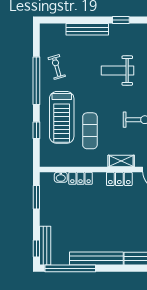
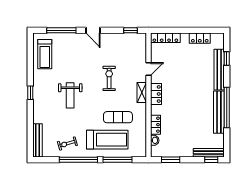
bench: (87, 29) -> (38, 140), moved
window: (36, 130) -> (117, 160), width x2.17
window: (70, 268) -> (227, 108), moved

